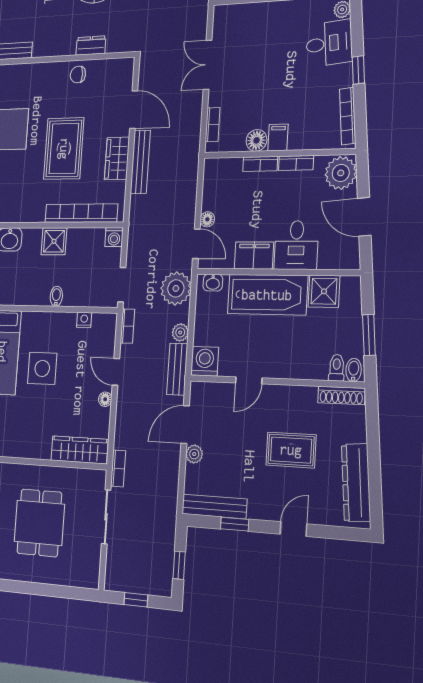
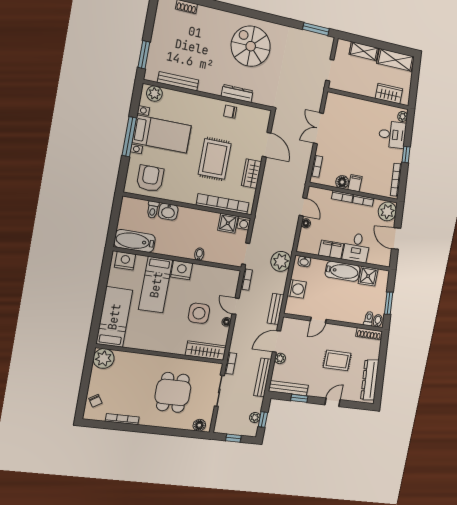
dresser: (91, 45) -> (237, 93), width x1.44
bench: (140, 162) -> (263, 377), moved
shower: (54, 241) -> (228, 223), moved
door: (196, 244) -> (303, 207), moved
bathtub: (267, 295) -> (343, 271), width x0.73, depth x0.73
nightstand: (84, 320) -> (182, 270), moved, width x1.89, depth x1.79
plant: (180, 332) -> (255, 418), moved
washing machine: (205, 361) -> (297, 289), moved, turned 90
side table: (42, 368) -> (199, 313), moved
floor lamp: (82, 578) -> (199, 425), added

